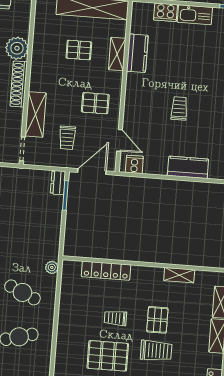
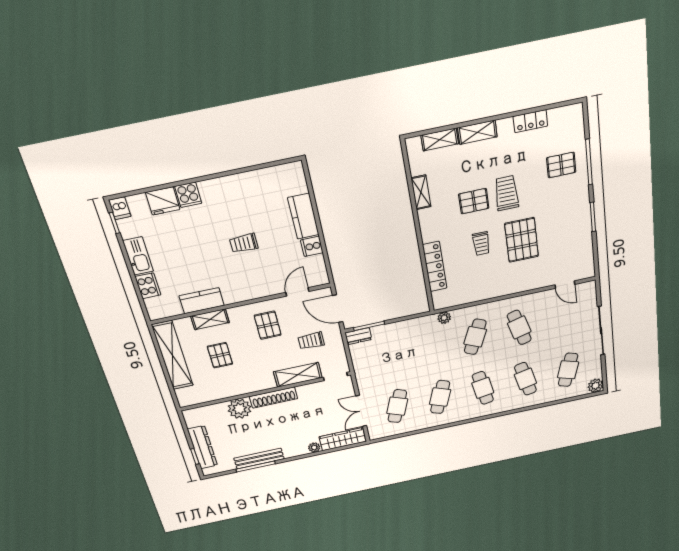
trolley: (67, 138) -> (311, 341), turned 180
cooker: (134, 164) -> (312, 246), moved

